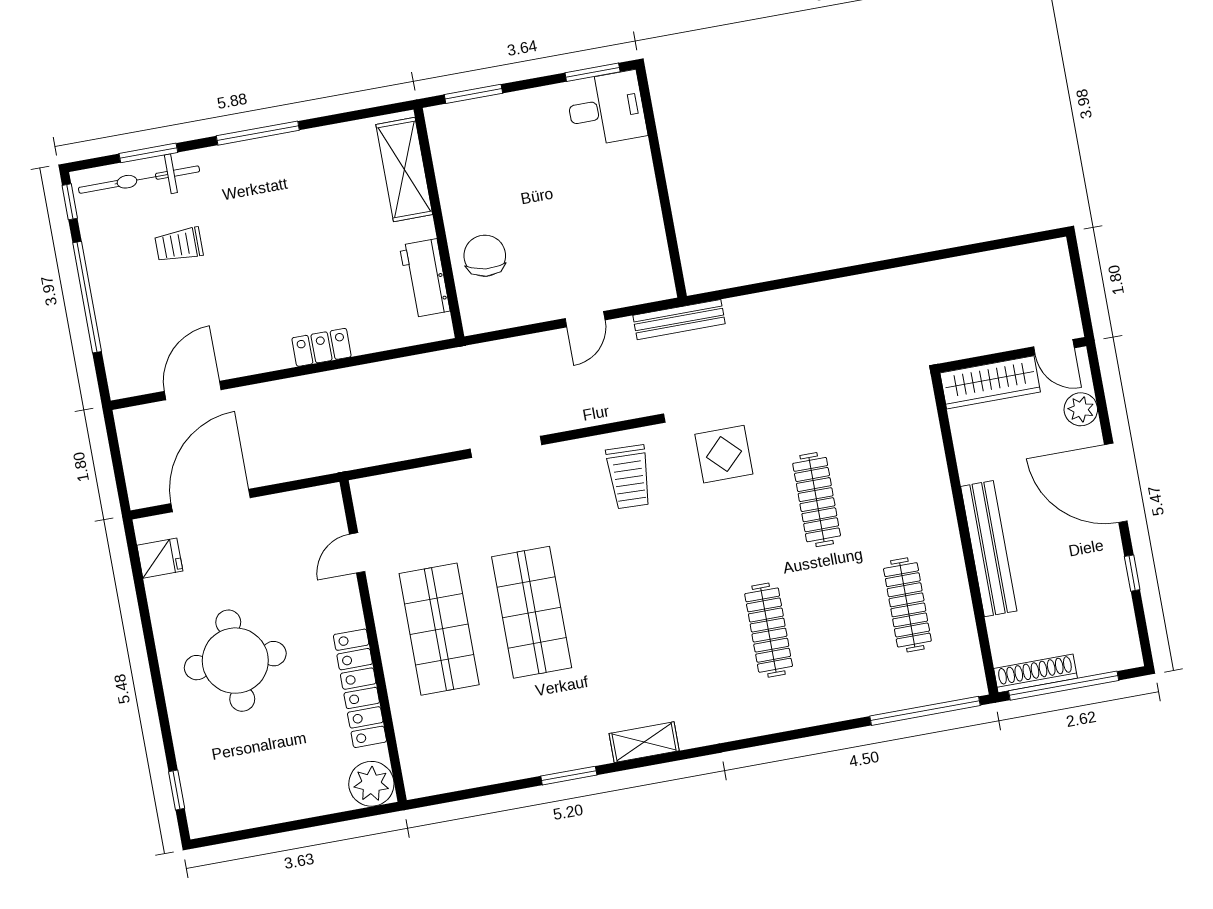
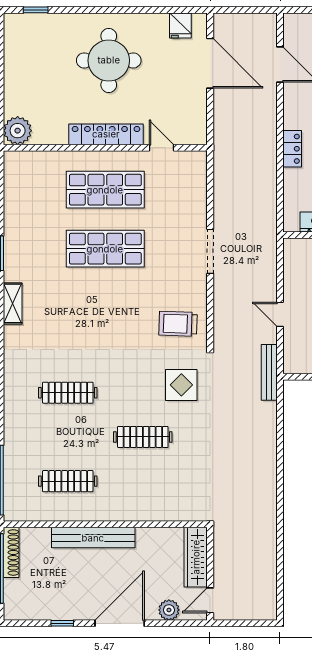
locker: (360, 688) -> (106, 134), moved

